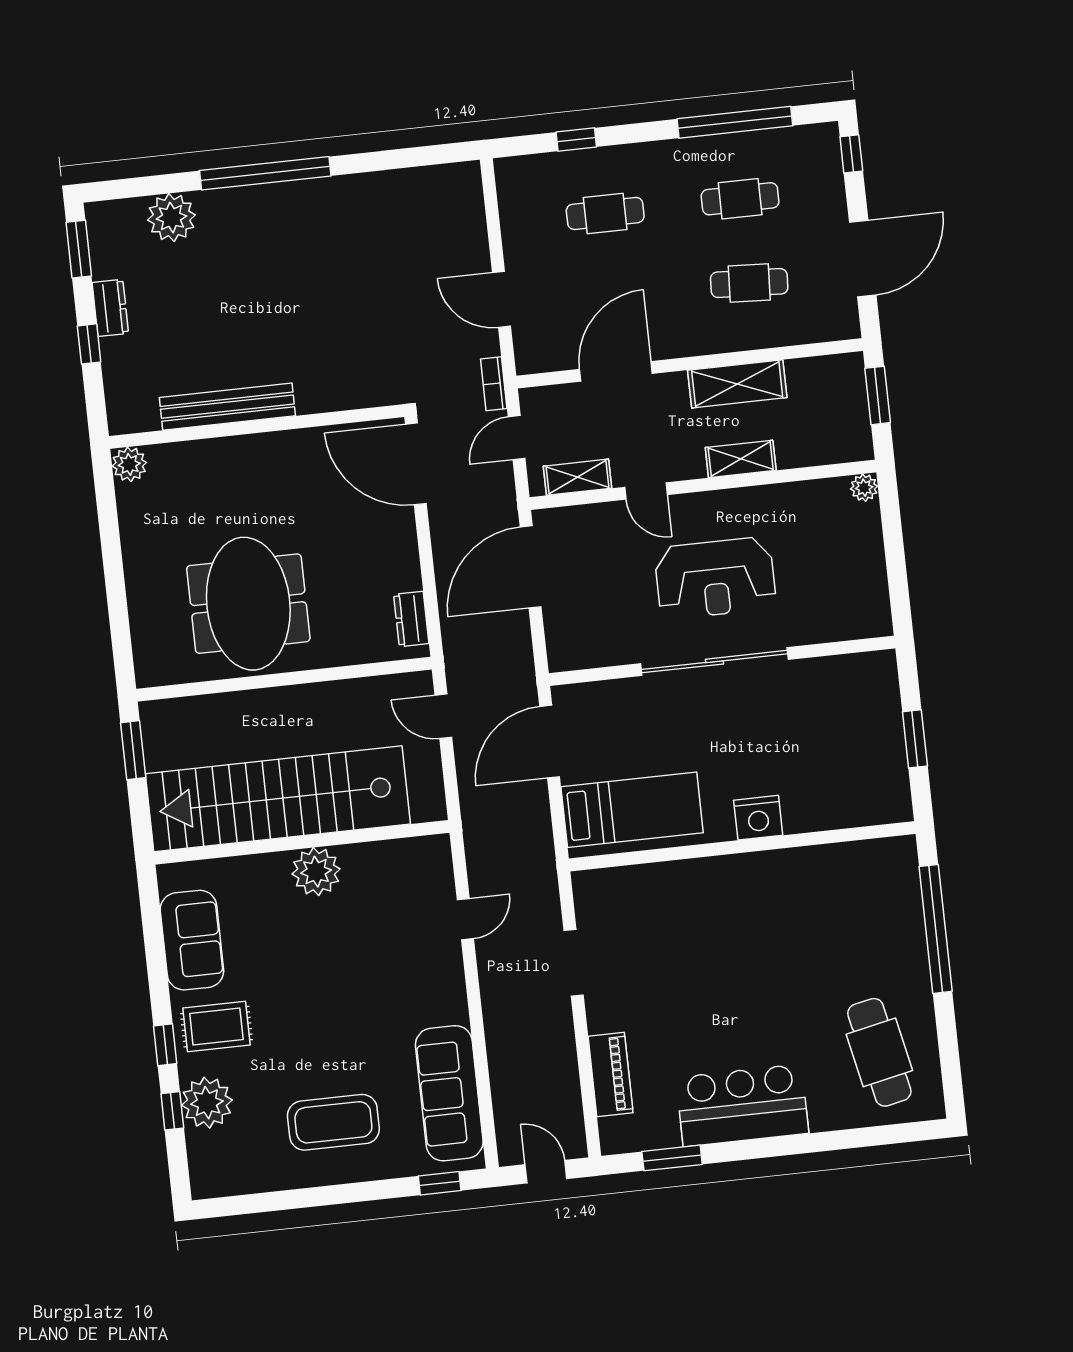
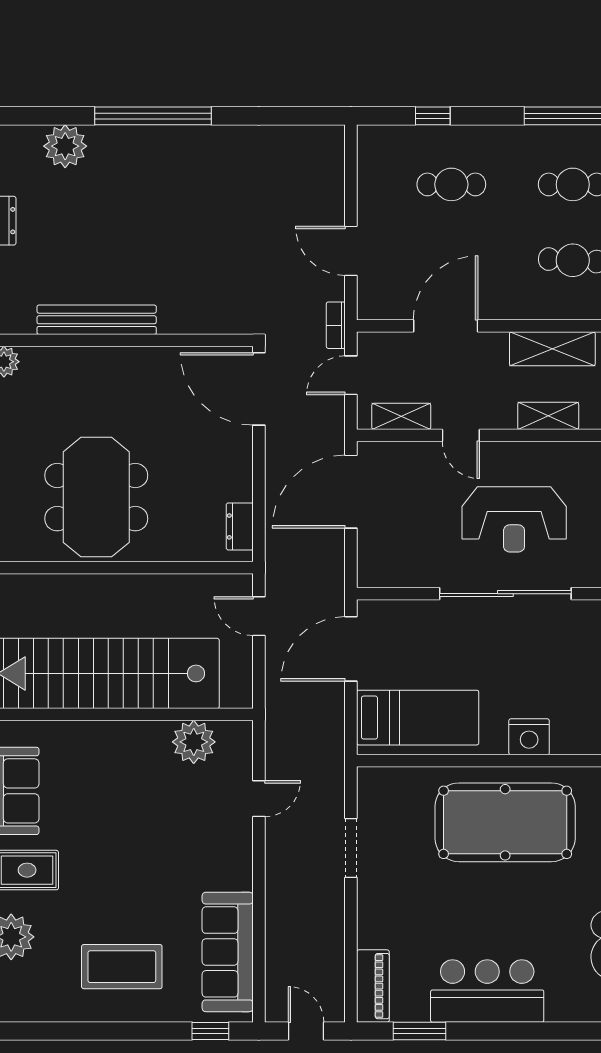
plant: (316, 872) -> (194, 742), moved
pool table: (742, 916) -> (505, 822), added
piano: (611, 1074) -> (373, 986), moved

